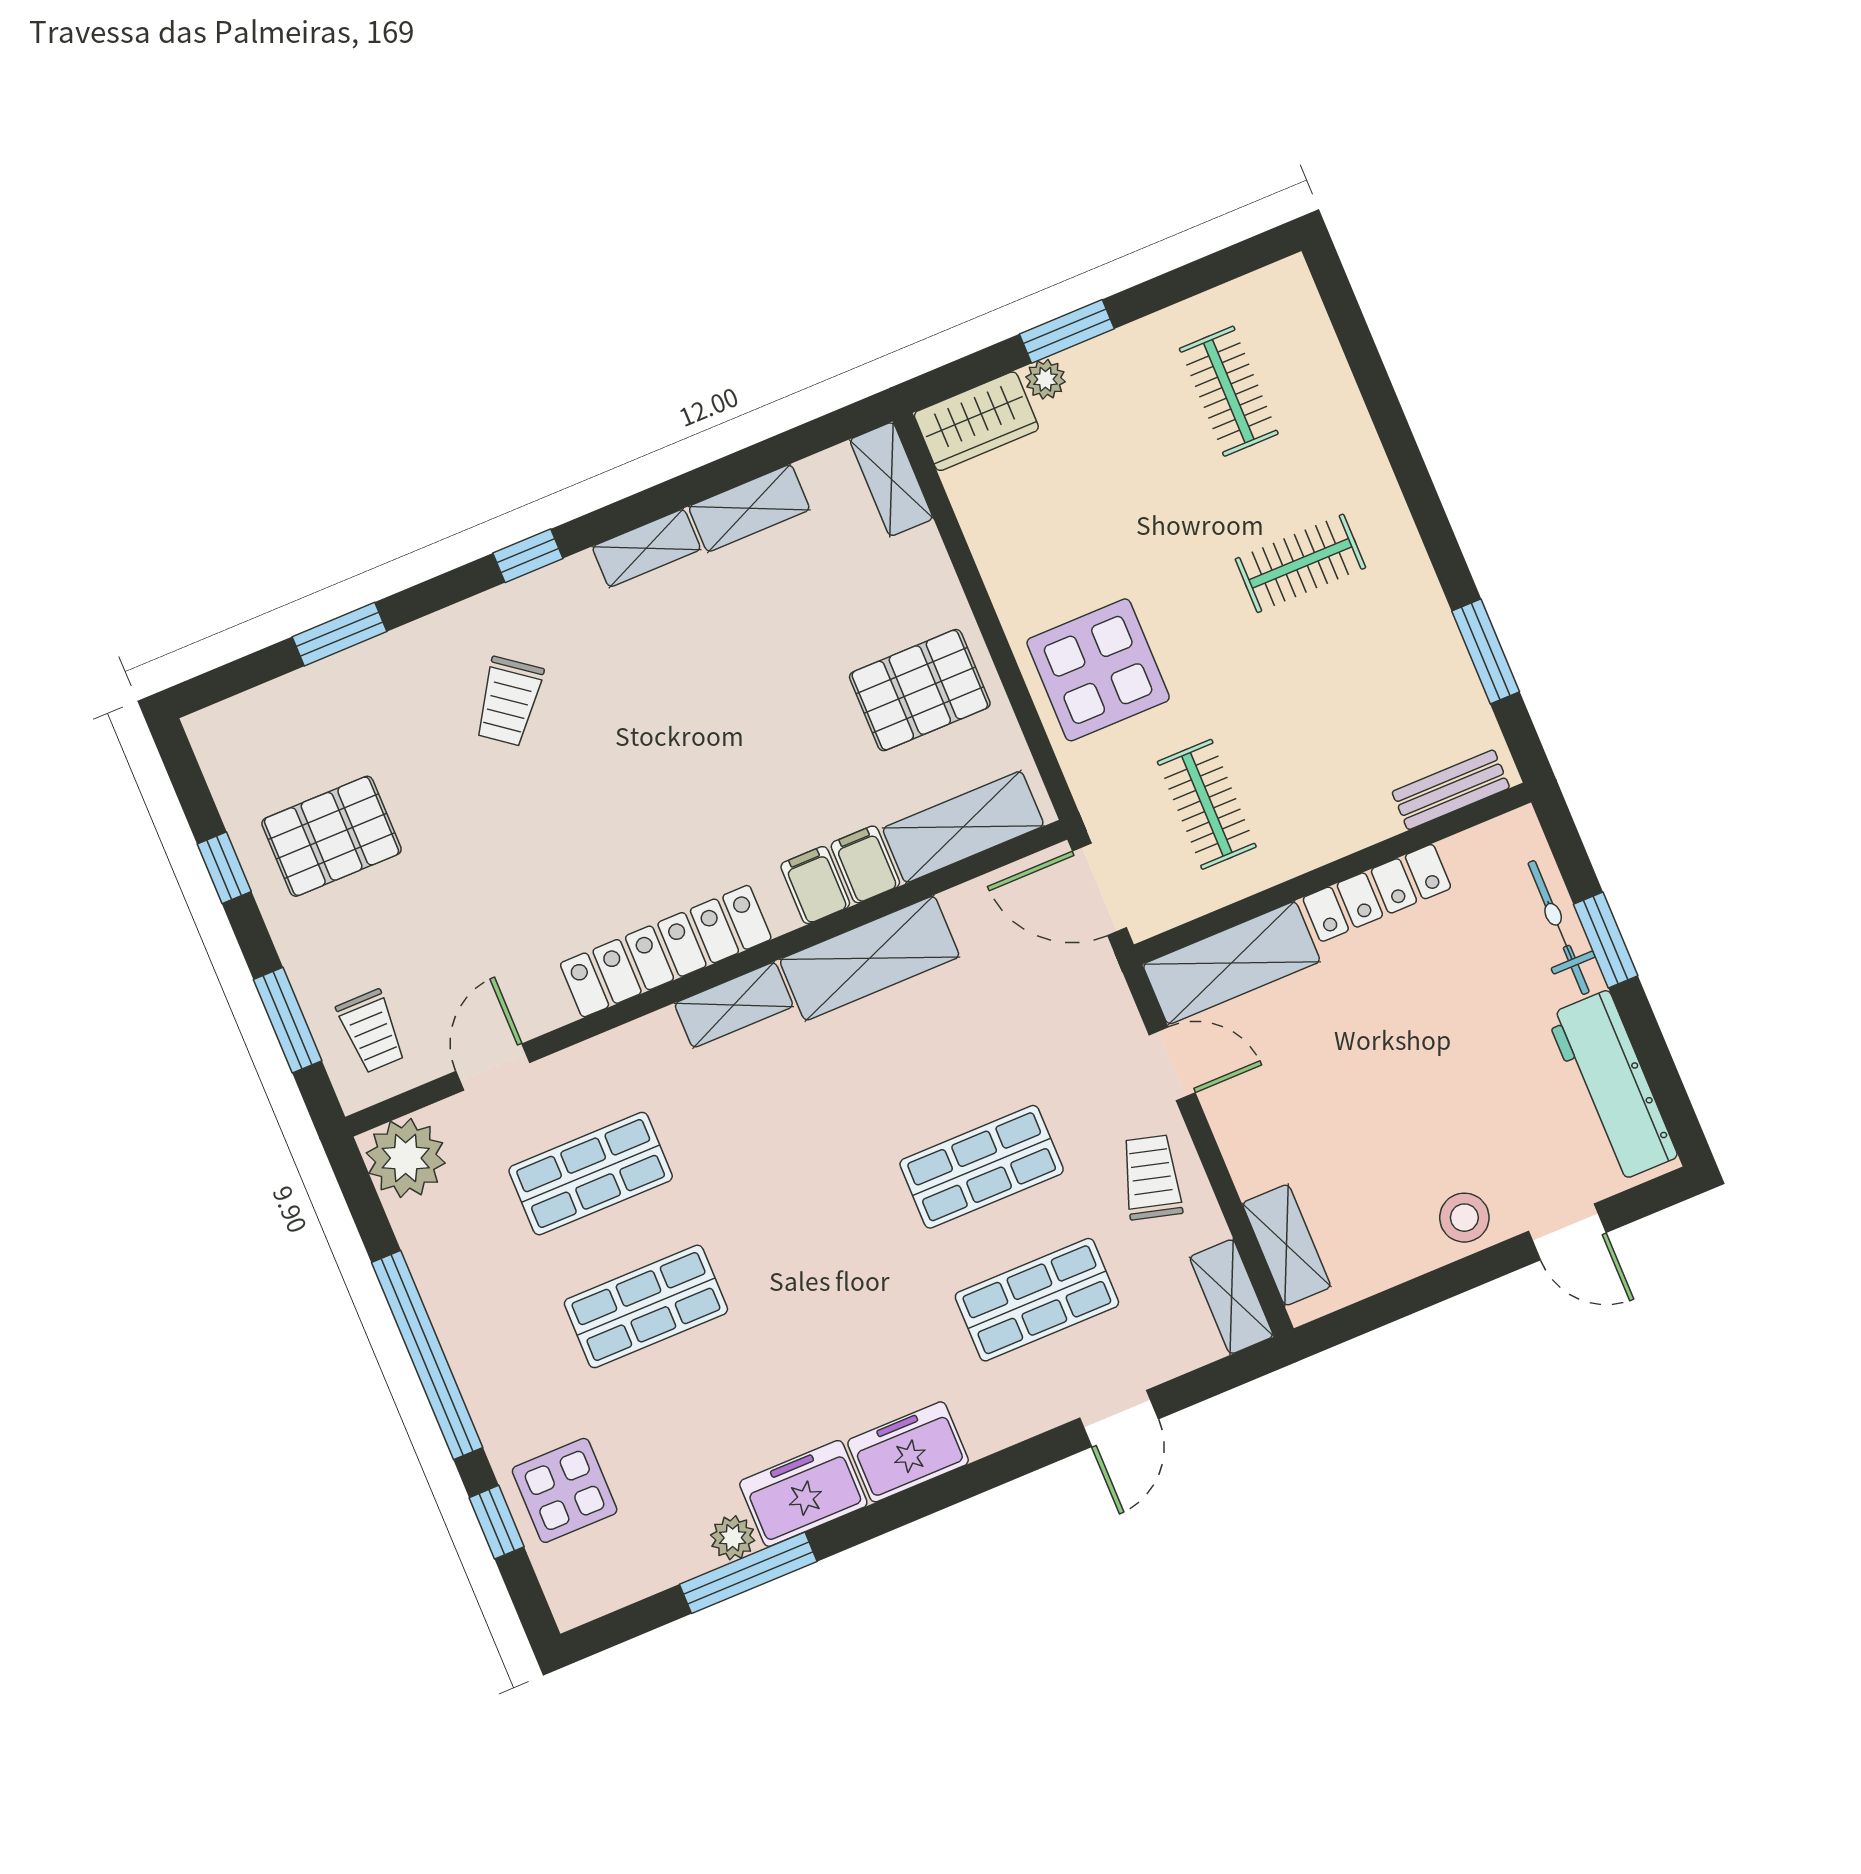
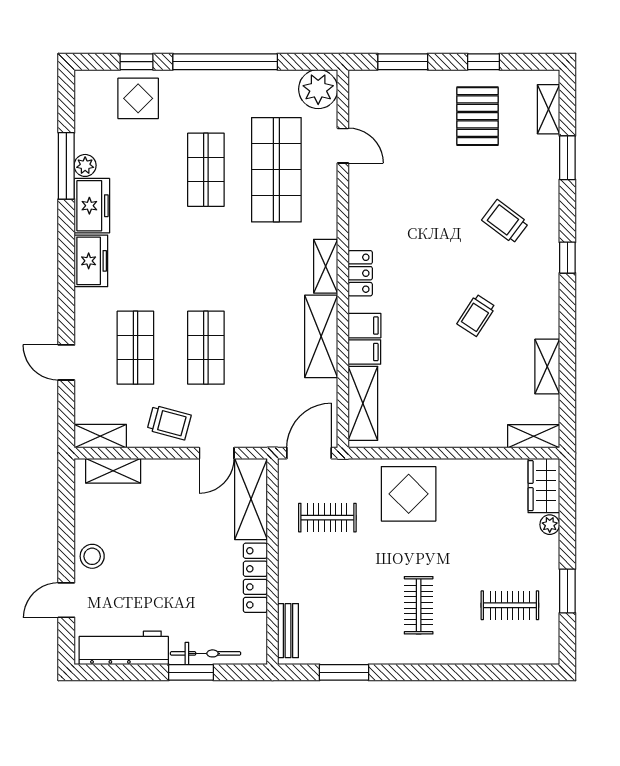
window: (1067, 331) -> (567, 591), moved
shelving: (646, 548) -> (549, 109), moved
pallet: (920, 690) -> (433, 409), removed
locker: (666, 951) -> (360, 273), width x0.46, depth x0.83
trolley: (371, 1031) -> (476, 315), moved, turned -57
shop shelf: (591, 1174) -> (276, 170), width x1.43, depth x1.36

